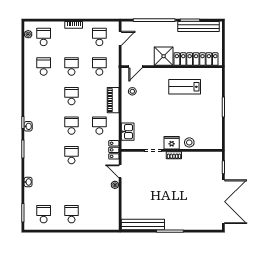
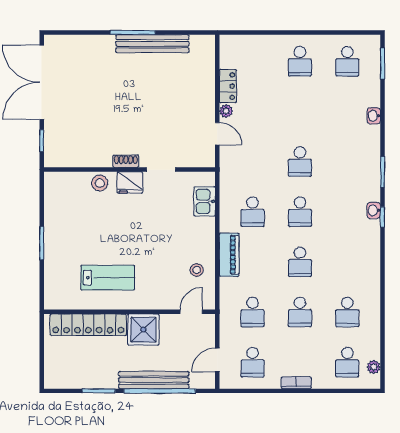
bench: (198, 26) -> (154, 380), moved
locker: (114, 150) -> (228, 86), moved
bench: (143, 224) -> (152, 44), moved

